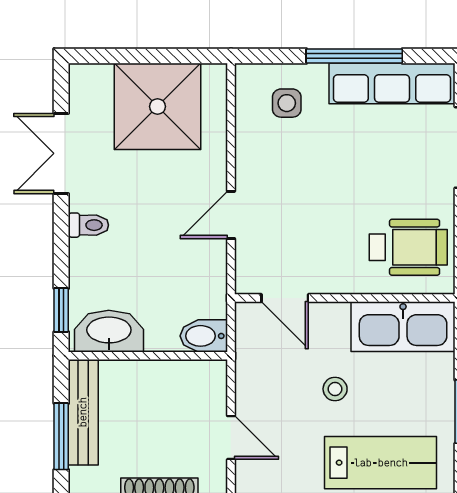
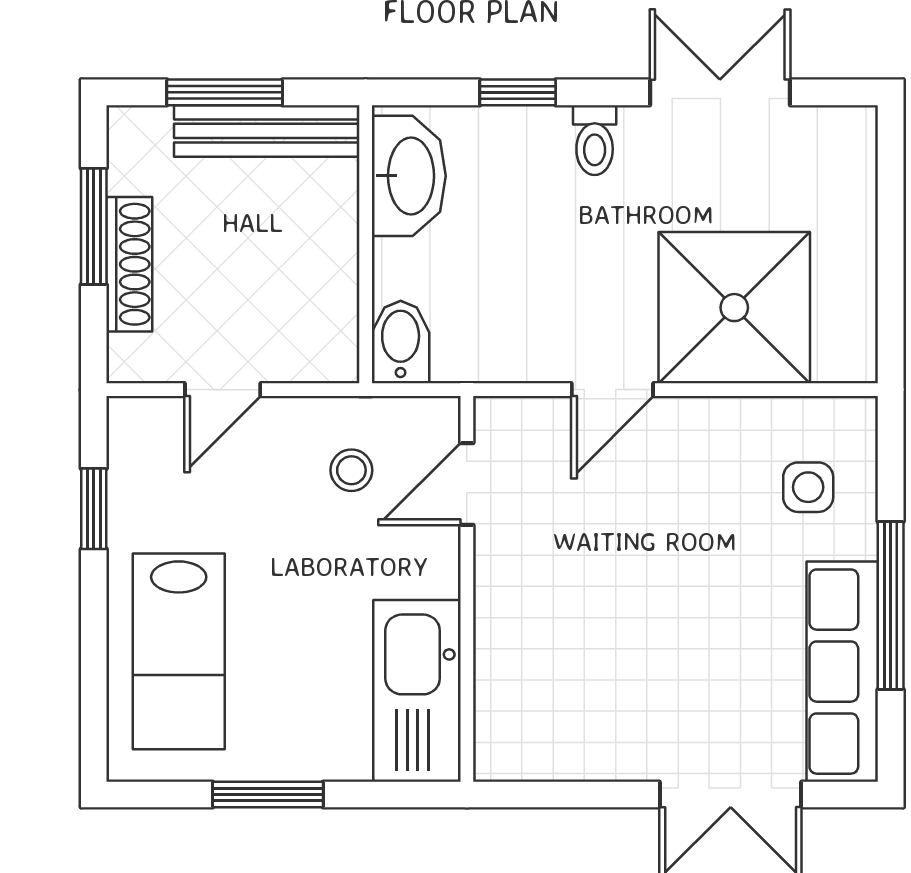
shower: (158, 106) -> (734, 308), moved
door: (231, 215) -> (612, 390), swing flipped
wheelchair: (408, 247) -> (556, 700), removed
window: (61, 310) -> (518, 92), moved
stool: (335, 389) -> (351, 470), moved

